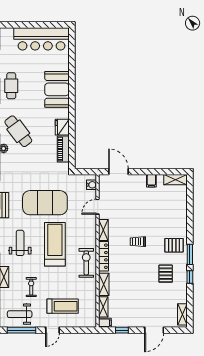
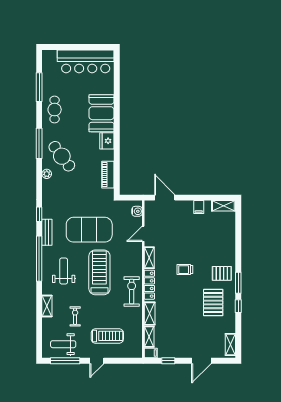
fridge: (62, 127) -> (107, 141), moved
pallet: (166, 274) -> (213, 303), width x1.50, depth x1.42

